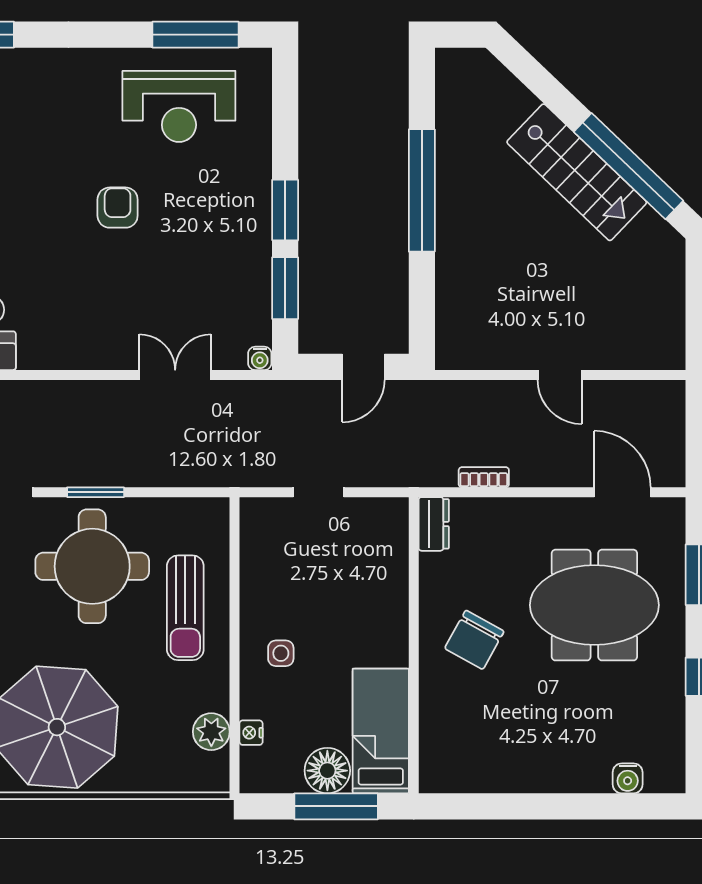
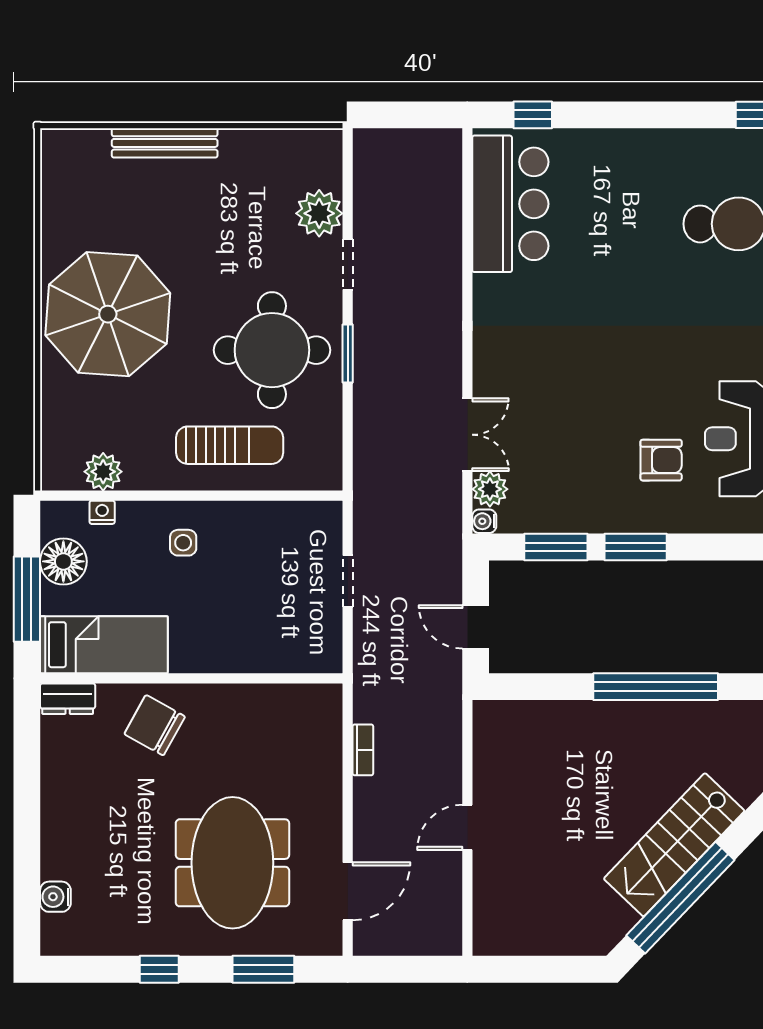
armchair: (118, 208) -> (661, 460), moved
plant: (228, 353) -> (490, 489), added
dresser: (434, 524) -> (68, 699), moved
sun lounger: (185, 608) -> (230, 445), turned 180
chair: (474, 640) -> (155, 725), moved
floor lamp: (327, 771) -> (63, 561), moved

